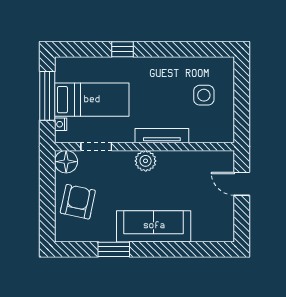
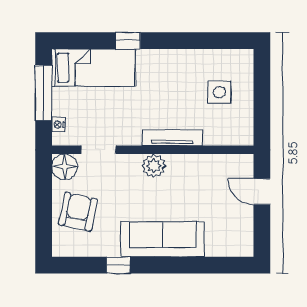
bed: (92, 100) -> (94, 68), moved
window: (114, 249) -> (118, 265), width x0.67

